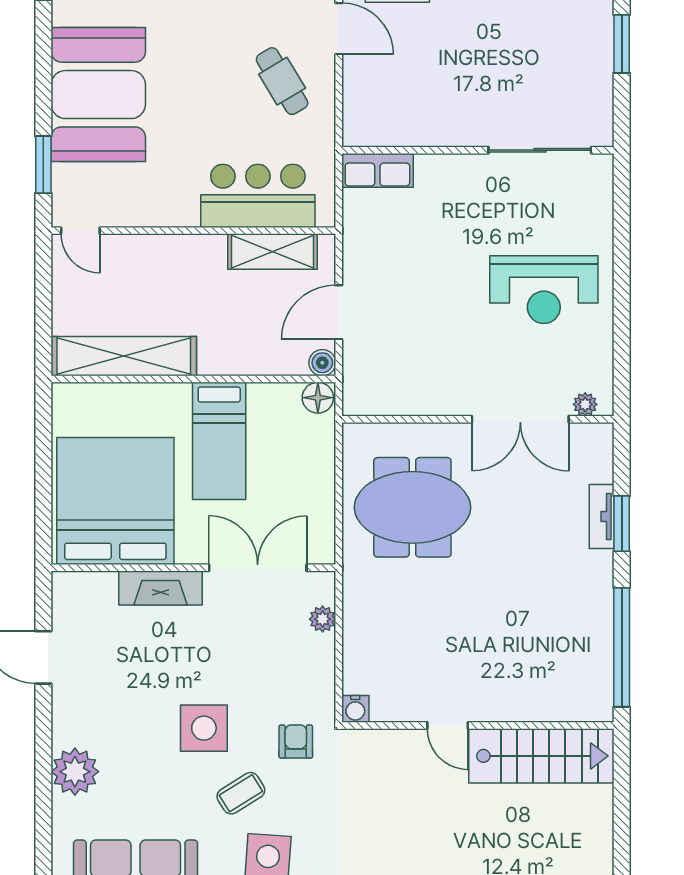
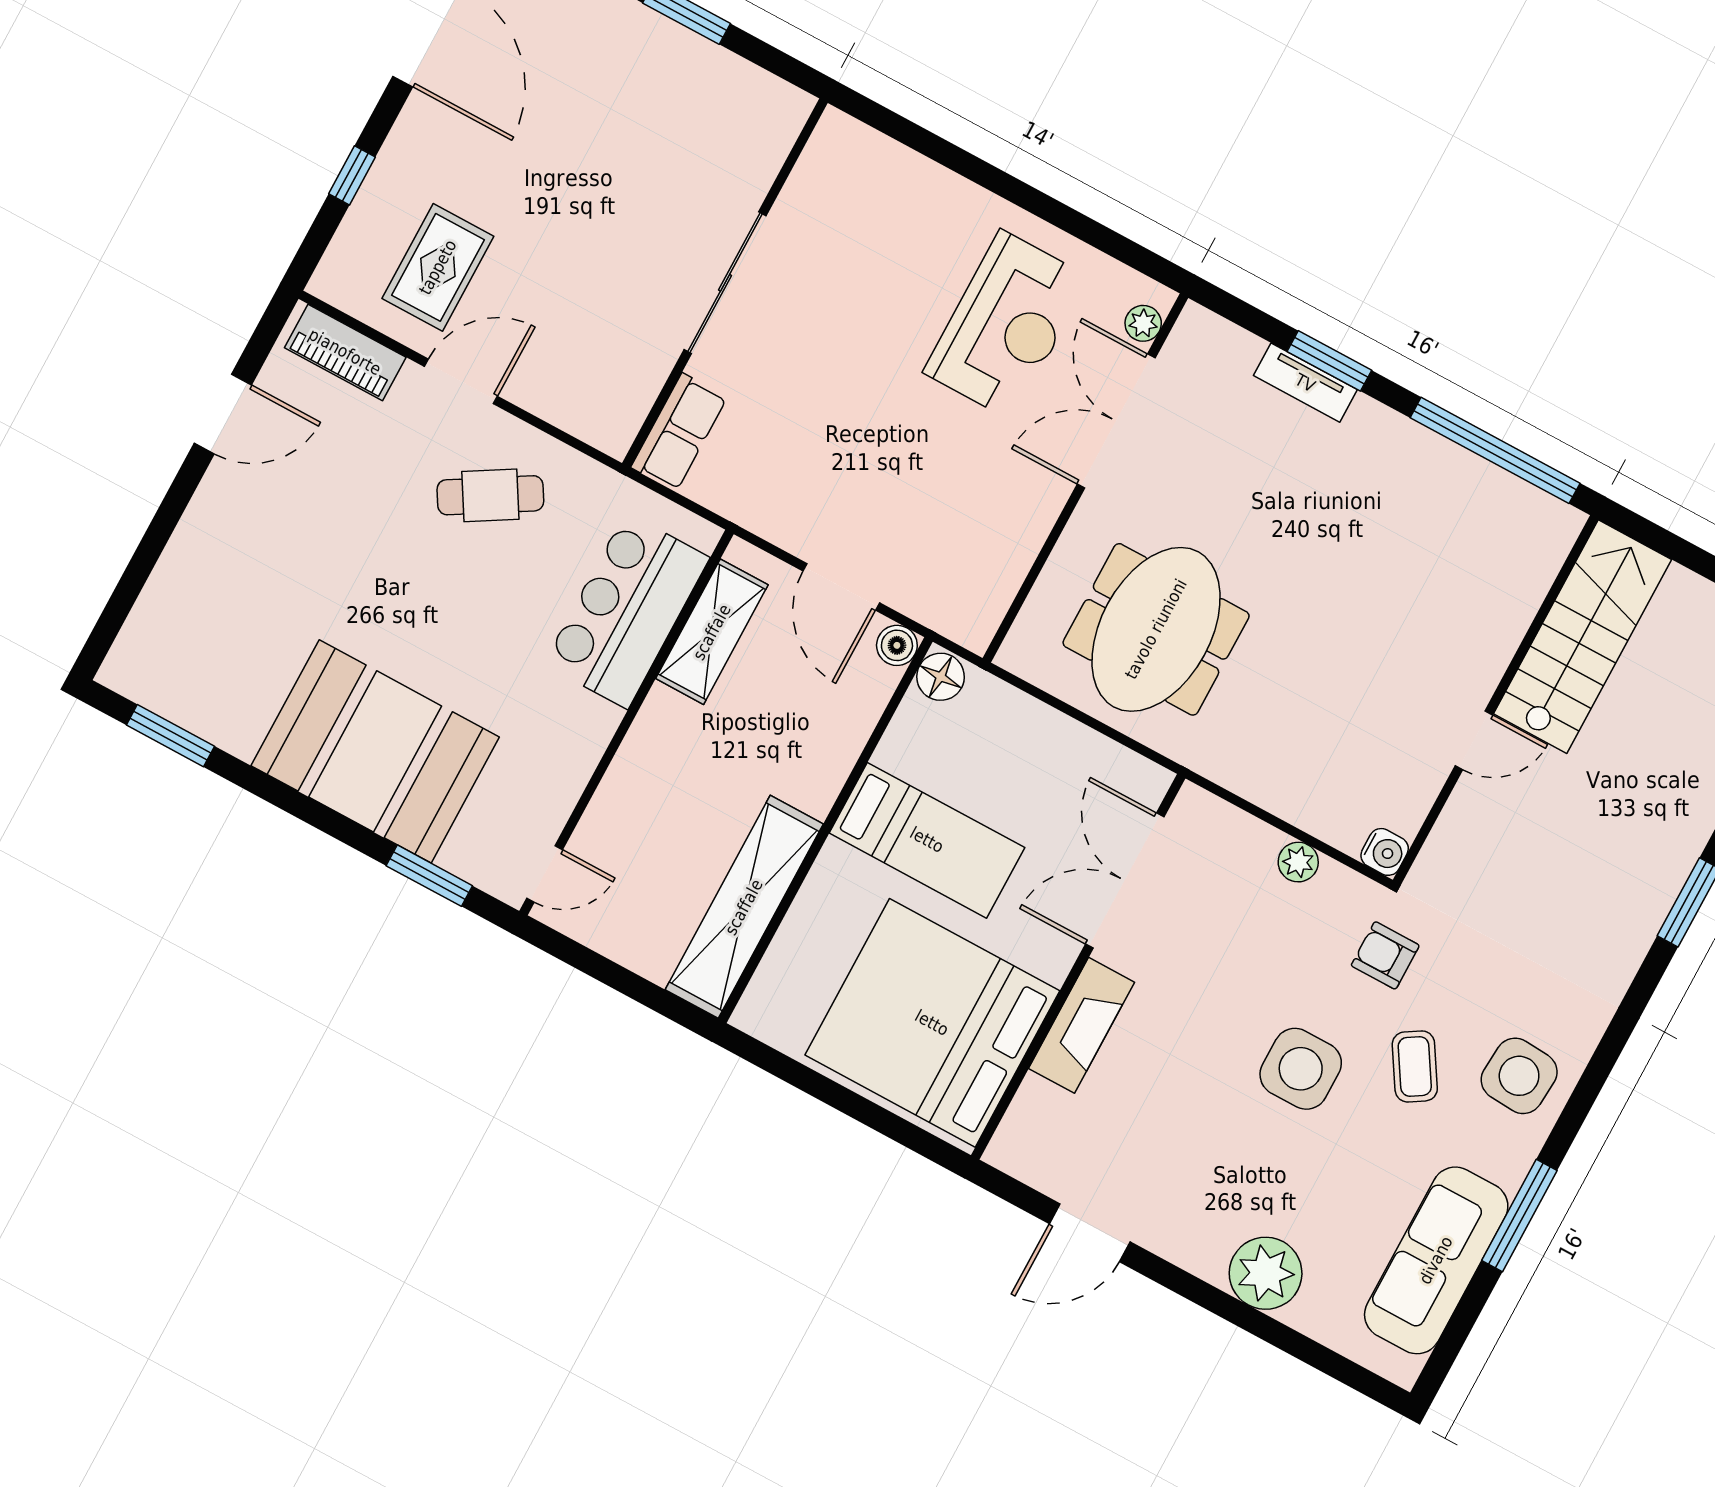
sliding door: (540, 150) -> (725, 283), moved
reception desk: (544, 290) -> (1006, 325), moved
double door: (520, 419) -> (1116, 421), swing flipped
plant: (323, 619) -> (1298, 862), moved

